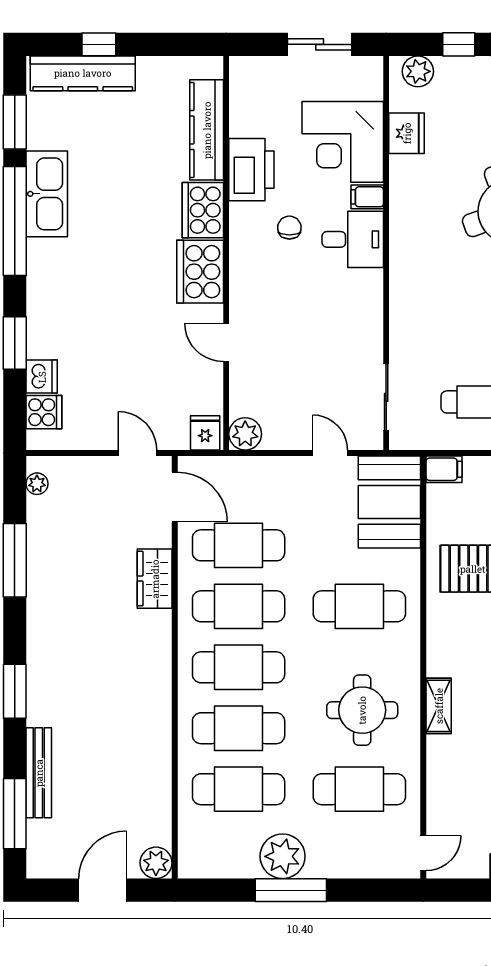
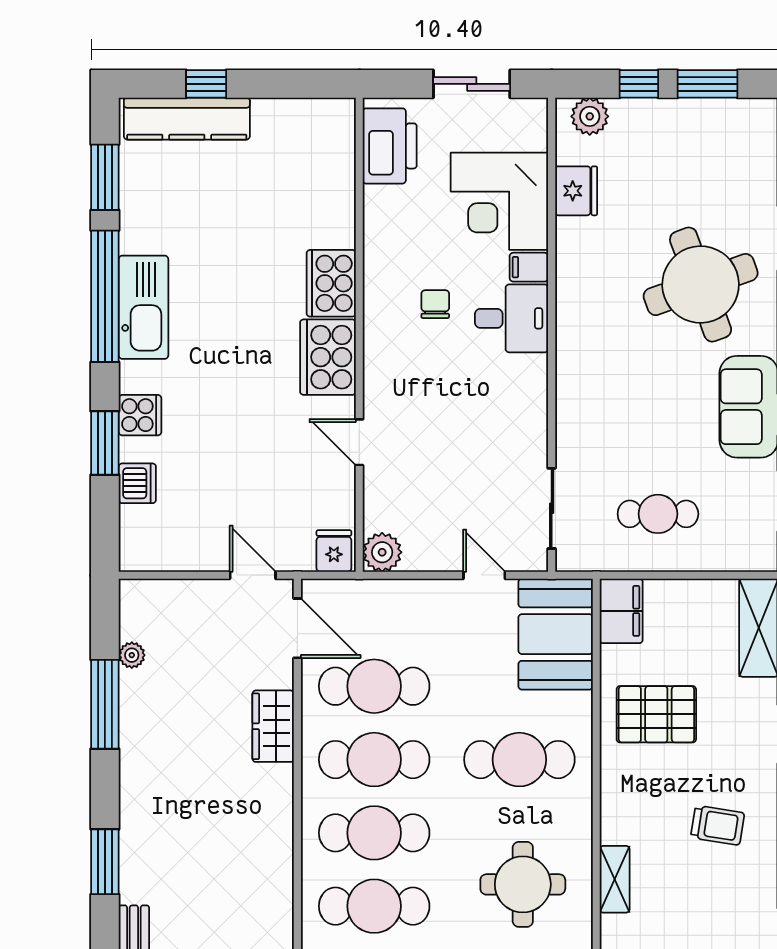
kitchen counter: (207, 130) -> (336, 187), removed
printer: (251, 170) -> (390, 146), moved
kitchen sink: (47, 194) -> (144, 307), moved
cooker: (44, 412) -> (140, 415), moved
filing cabinet: (444, 469) -> (621, 611), width x2.00
plant: (37, 484) -> (132, 655), moved

